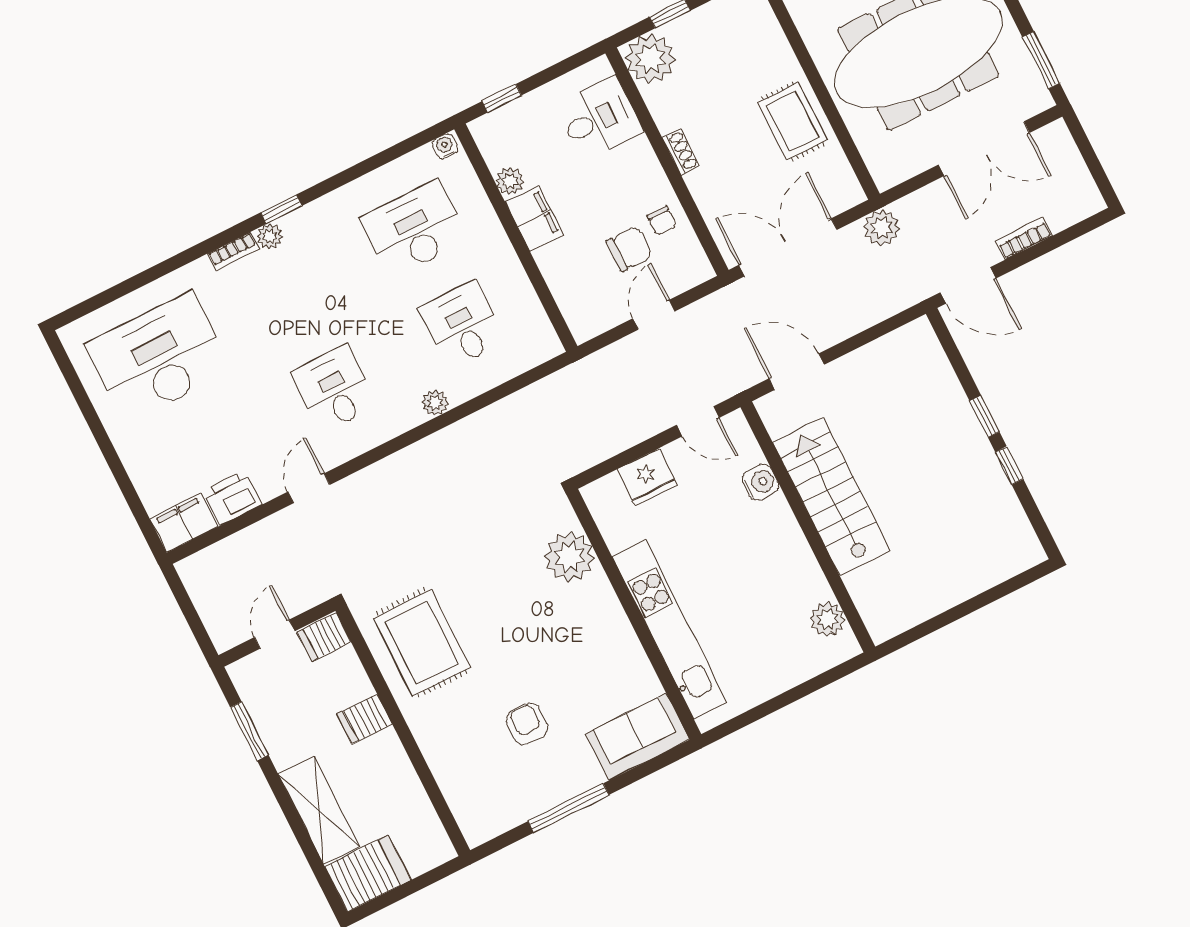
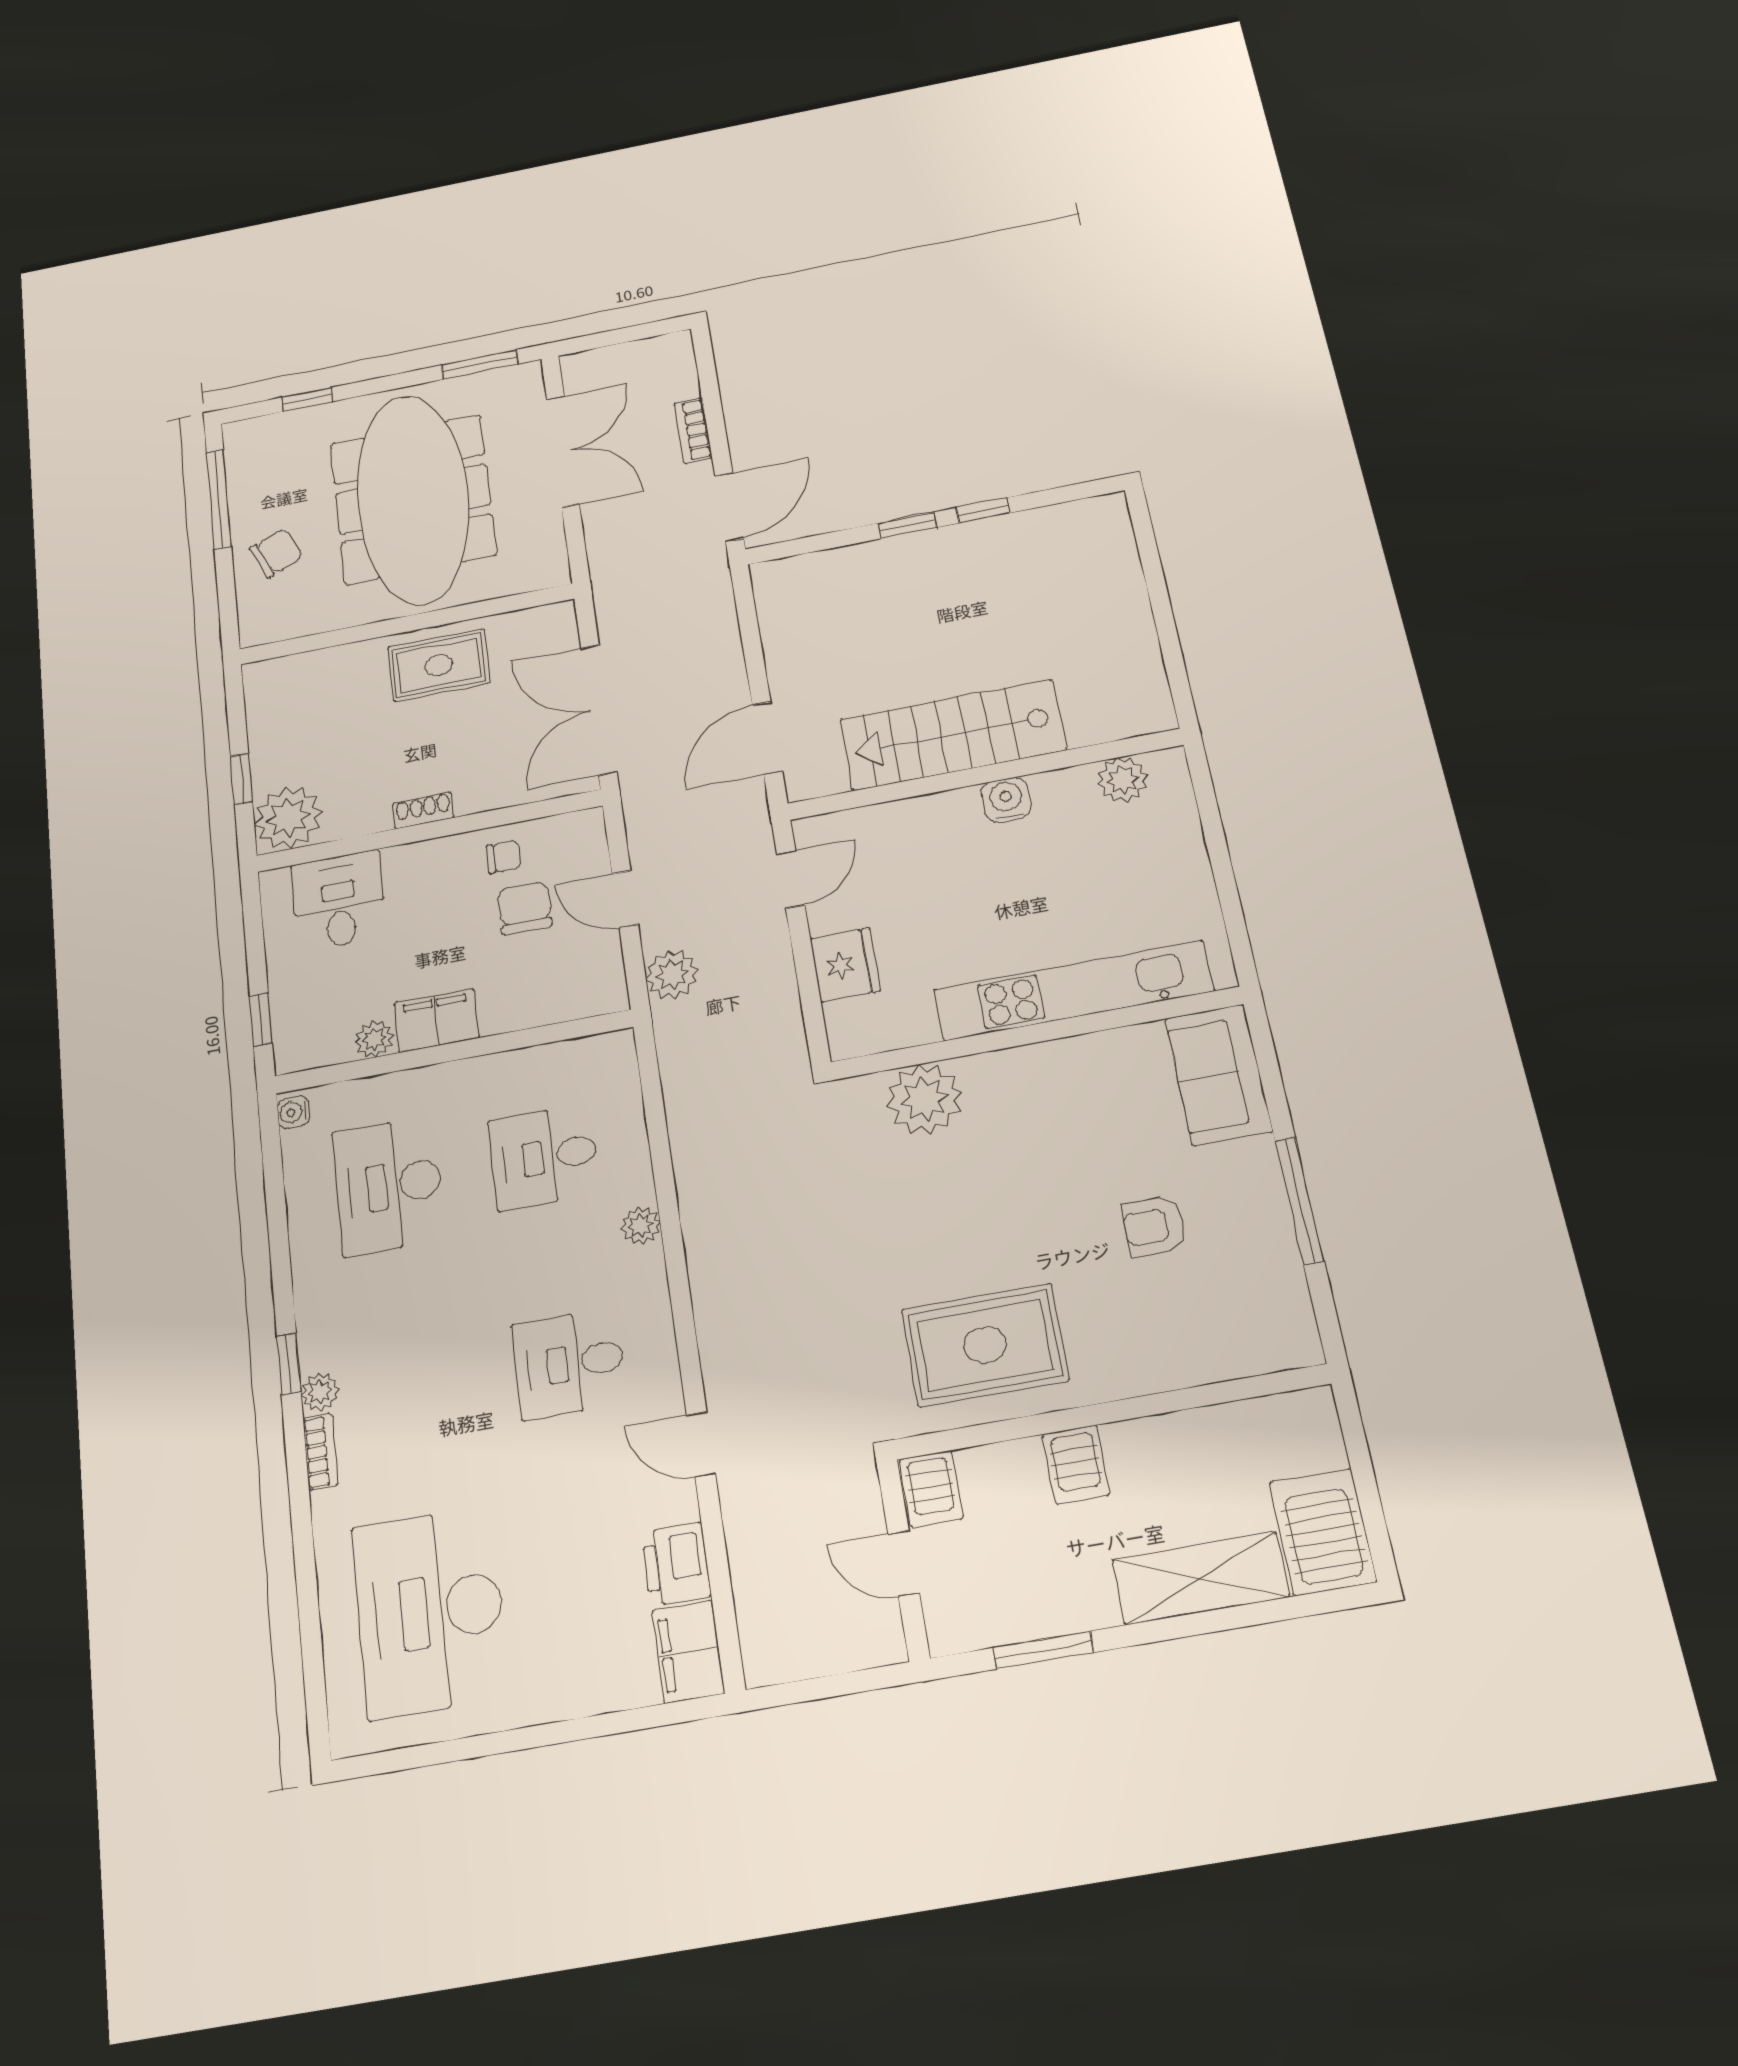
plant: (882, 228) -> (672, 975), moved
water cooler: (760, 482) -> (1006, 800), moved

